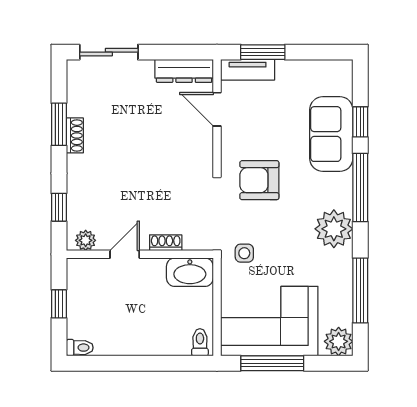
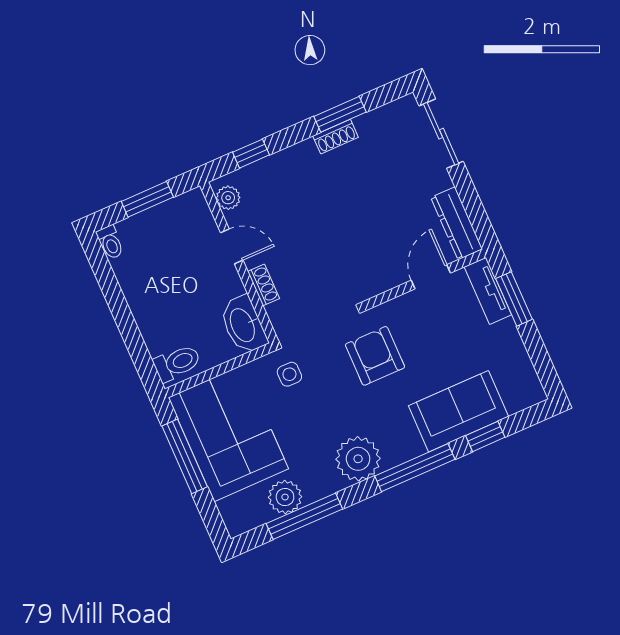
window: (59, 304) -> (147, 199), width x1.50
plant: (339, 341) -> (285, 497), moved
toilet: (200, 342) -> (177, 363), width x1.37, depth x1.39

